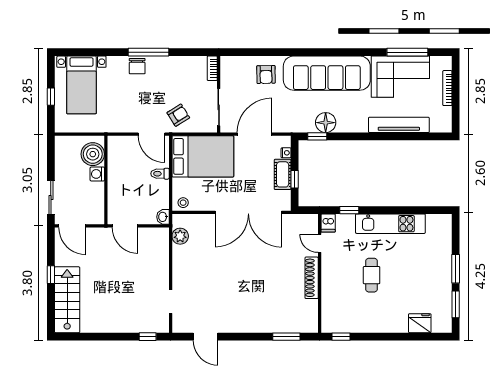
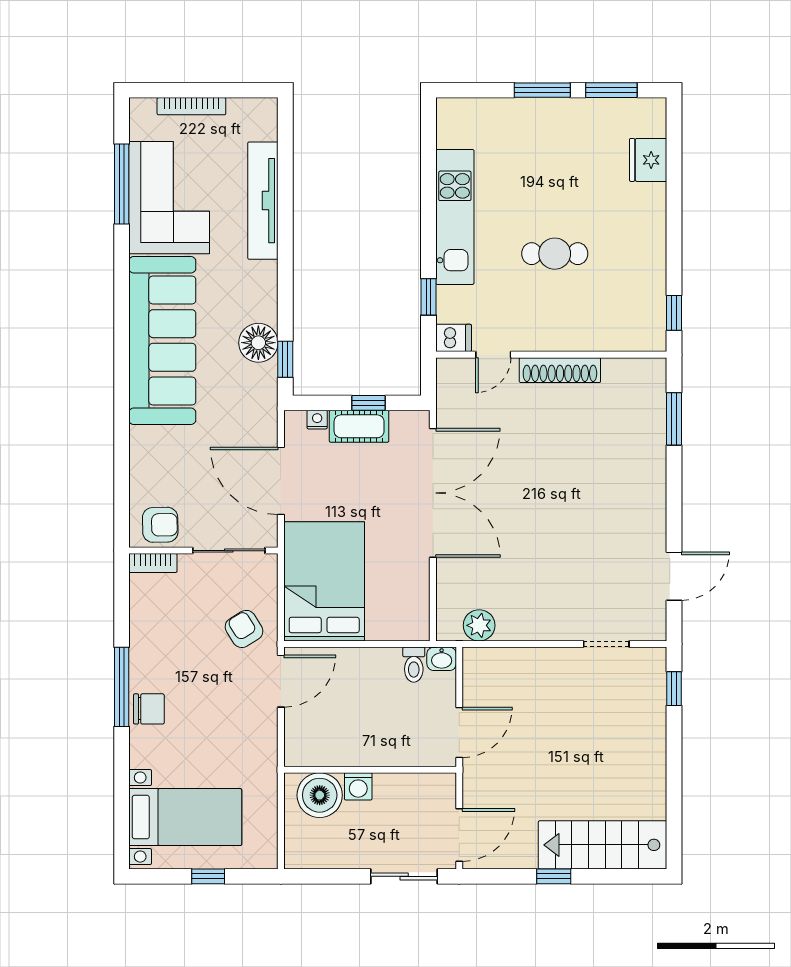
armchair: (266, 74) -> (160, 525), moved
toilet: (160, 174) -> (414, 665), moved
stool: (183, 203) -> (414, 620), removed

